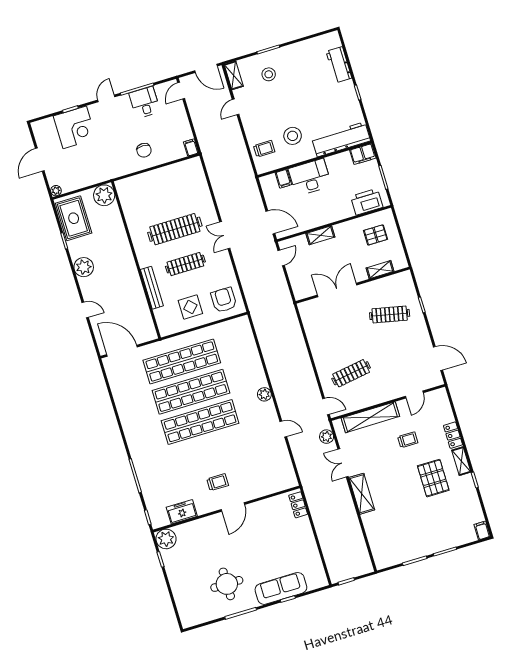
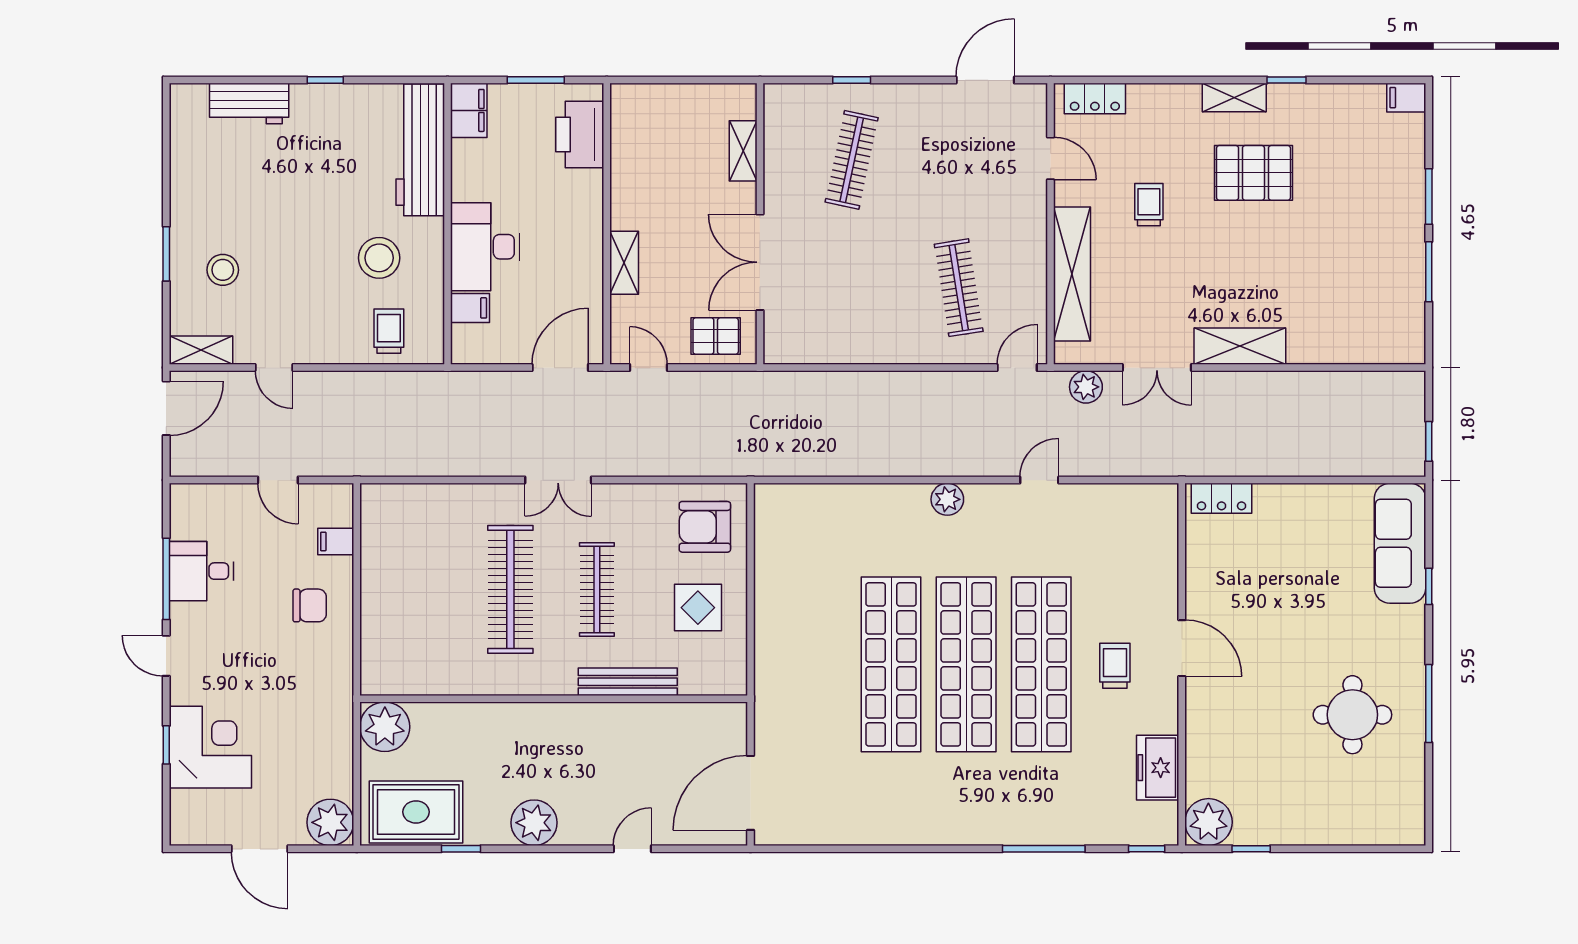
door: (181, 91) -> (278, 480), moved
filing cabinet: (191, 147) -> (336, 541), moved
plant: (56, 191) -> (330, 822), width x1.88, depth x1.88
pallet: (376, 235) -> (716, 336), moved, turned 90
shop shelf: (182, 361) -> (1041, 664), moved
locker: (453, 435) -> (1095, 99), moved
sofa: (281, 588) -> (1400, 543), moved

